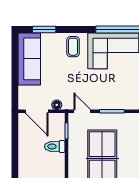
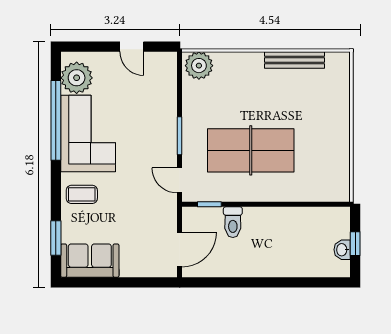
sofa: (29, 59) -> (90, 261), width x0.73
floor lamp: (57, 105) -> (170, 219), removed
door: (82, 111) -> (180, 180), hinge flipped

